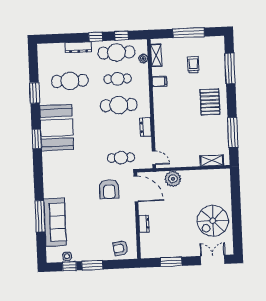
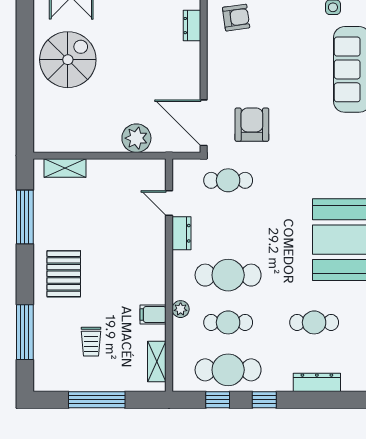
dresser: (78, 47) -> (317, 382), moved
plant: (143, 59) -> (181, 309), moved
cafe table: (70, 81) -> (314, 322), width x0.73, depth x0.74
door: (154, 158) -> (169, 203), moved
dresser: (144, 224) -> (192, 26), moved

